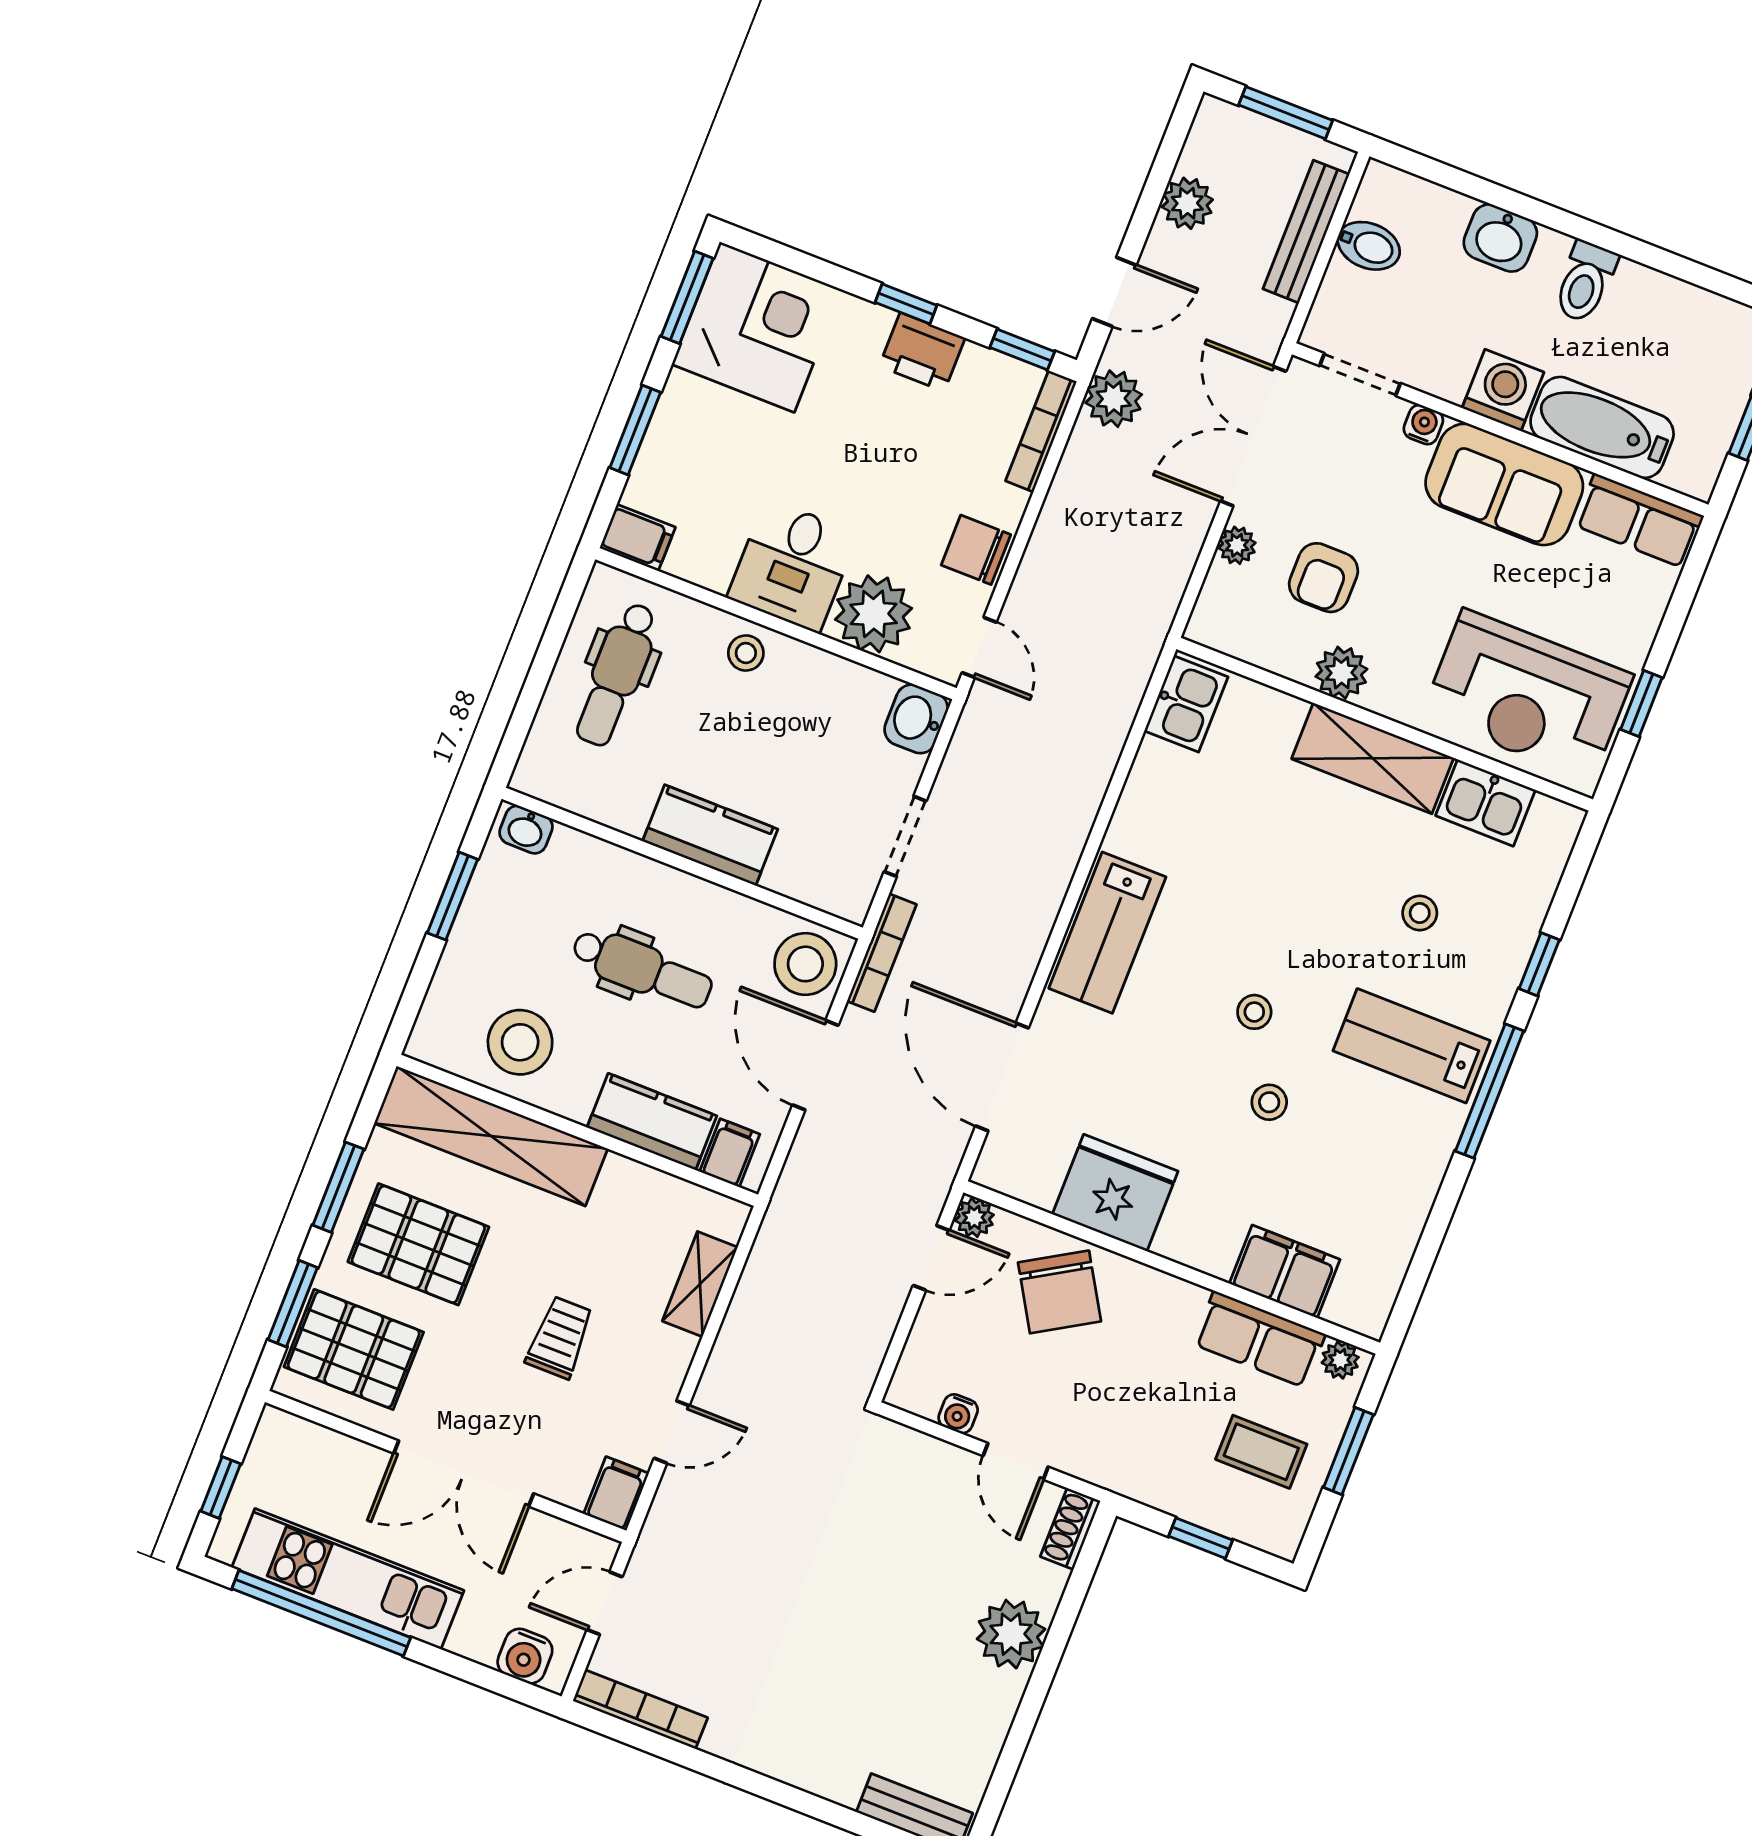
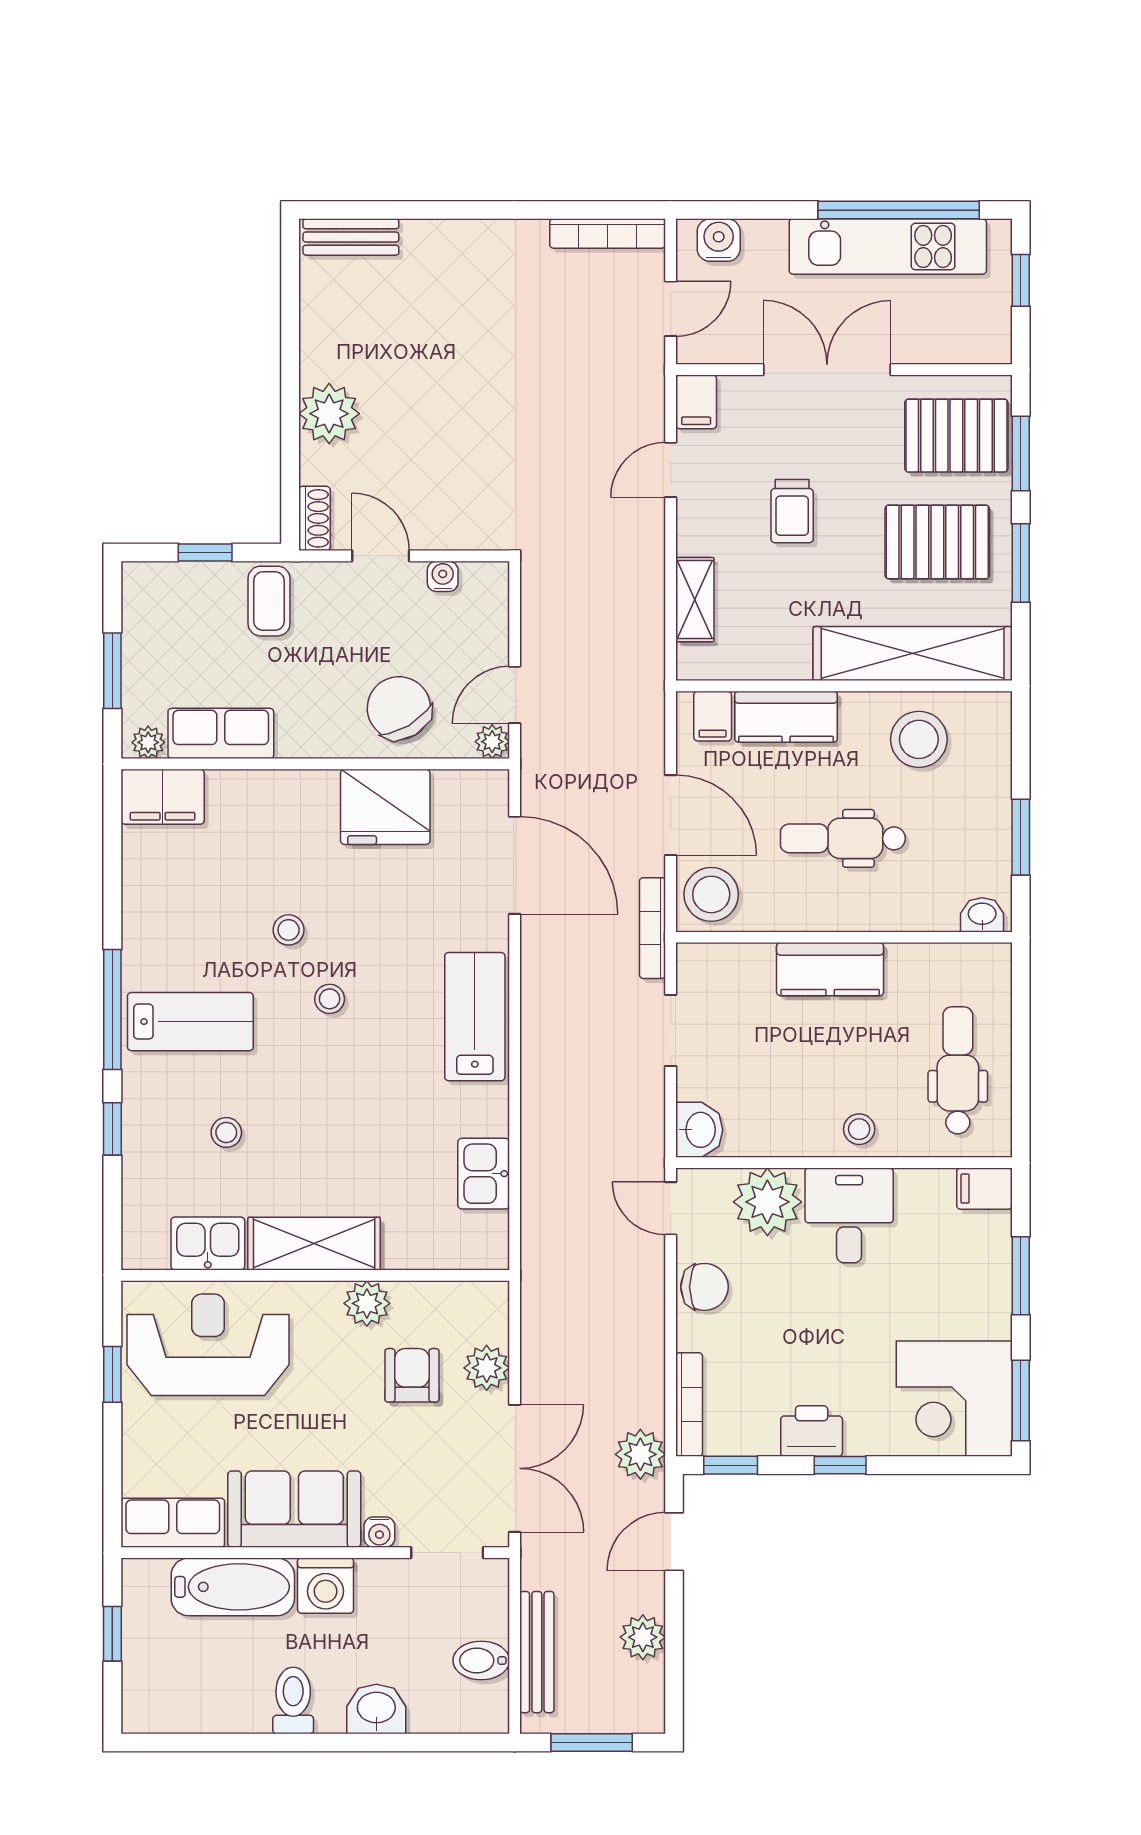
plant: (1237, 545) -> (487, 1368), width x1.38, depth x1.38
kitchen sink: (1186, 704) -> (484, 1174), moved
filing cabinet: (1285, 1272) -> (163, 797), moved
coffee table: (1261, 1452) -> (269, 601), moved, turned 90

